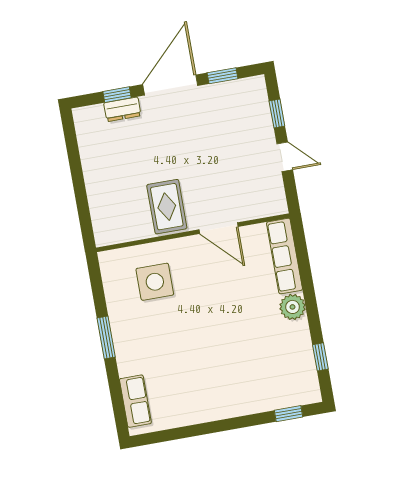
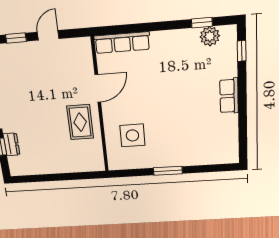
rug: (167, 207) -> (80, 122), turned 90
plant: (293, 307) -> (210, 36), moved
row of seats: (135, 401) -> (229, 96), moved, turned -90

